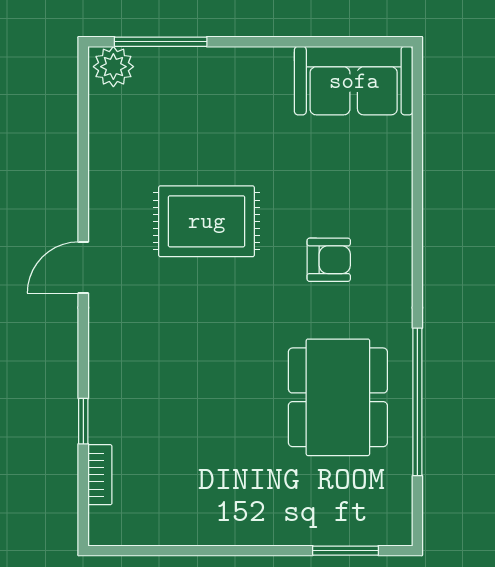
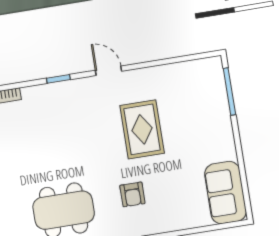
plant: (113, 67) -> (213, 70), removed
window: (83, 421) -> (58, 79), moved

